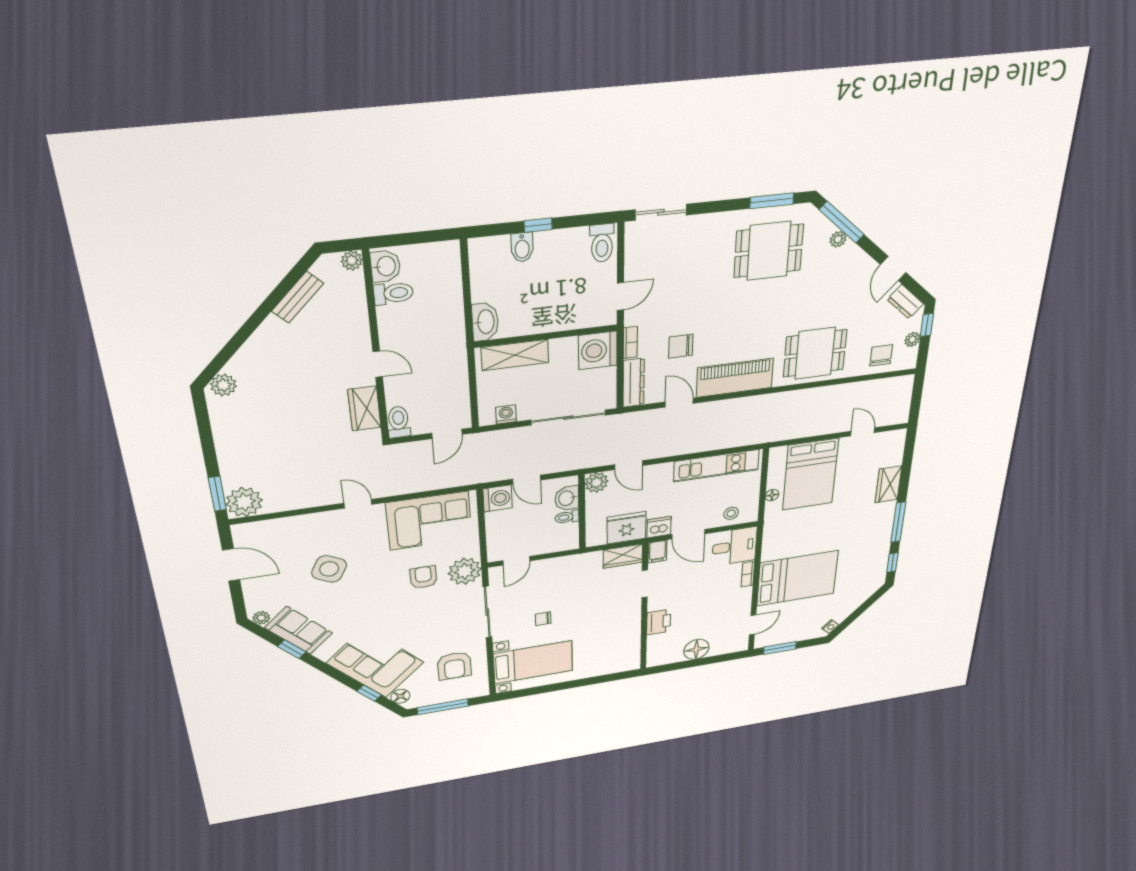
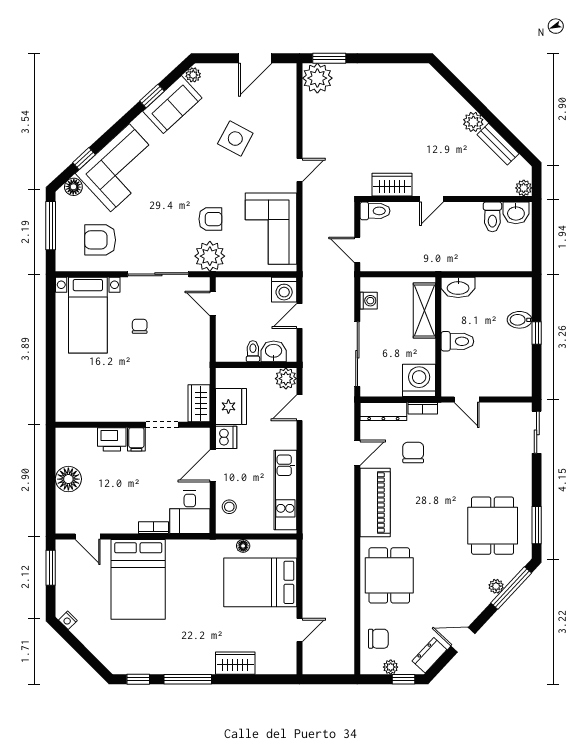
toilet: (602, 243) -> (457, 341), moved, turned 180
plant: (223, 385) -> (473, 122), moved
filing cabinet: (657, 552) -> (136, 439), moved, turned -90

